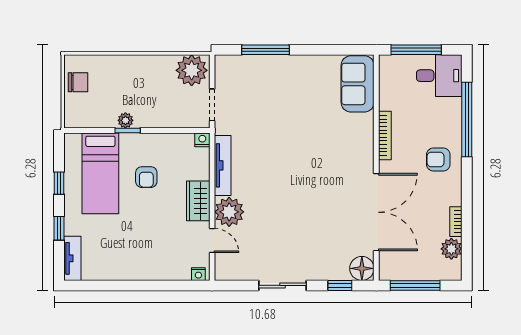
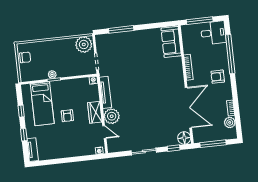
armchair: (146, 177) -> (67, 116), moved

